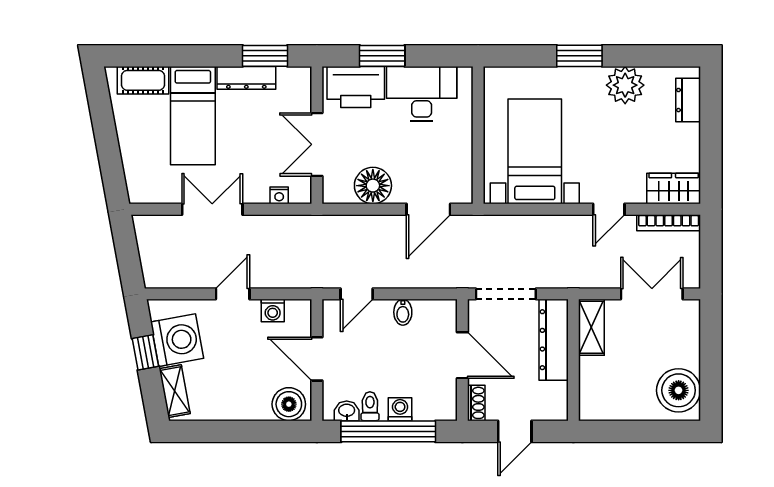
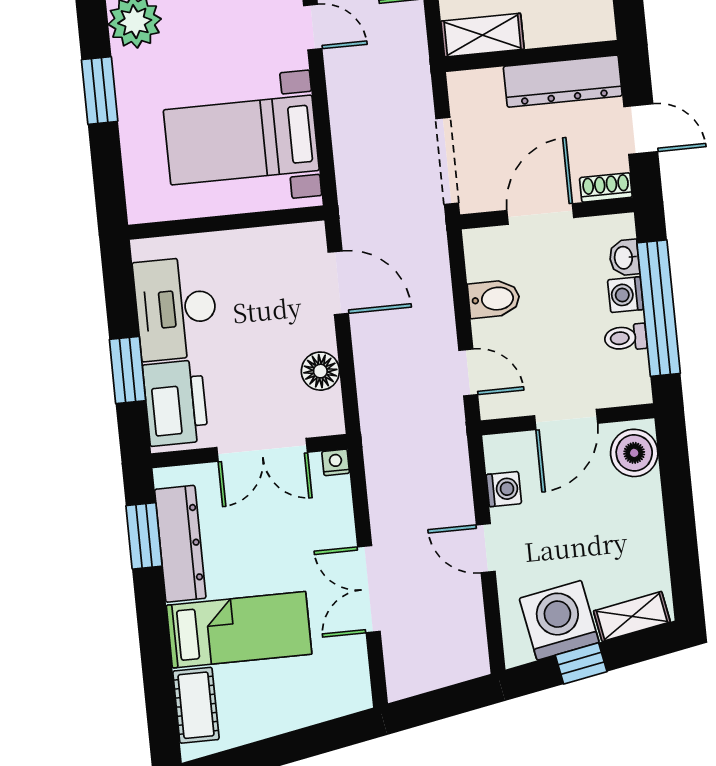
dresser: (246, 78) -> (180, 544), width x1.37, depth x1.24
floor lamp: (373, 186) -> (320, 371), width x0.73, depth x0.73
nightstand: (279, 195) -> (336, 462), moved, turned -90
bidet: (403, 312) -> (494, 299), width x1.38, depth x1.36
dresser: (554, 340) -> (563, 81), moved
washbasin: (347, 411) -> (624, 258), moved

